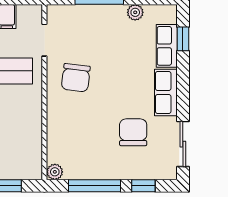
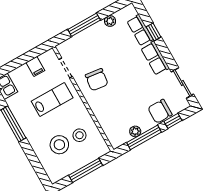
window: (183, 39) -> (154, 32), moved
chair: (133, 132) -> (160, 111), moved, turned -90
stool: (14, 136) -> (79, 135), added
plant: (55, 172) -> (135, 131), moved

